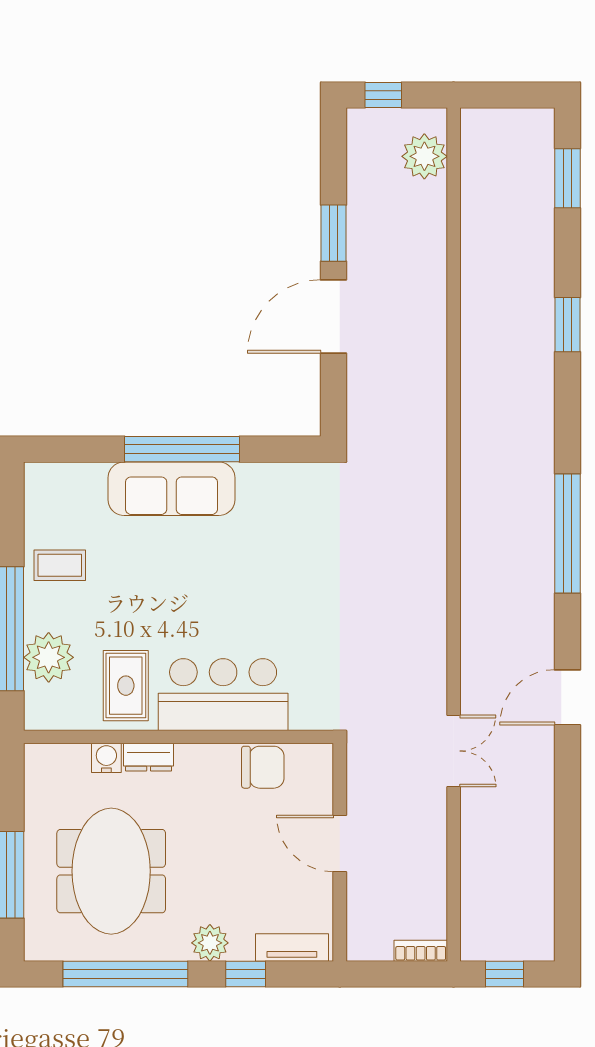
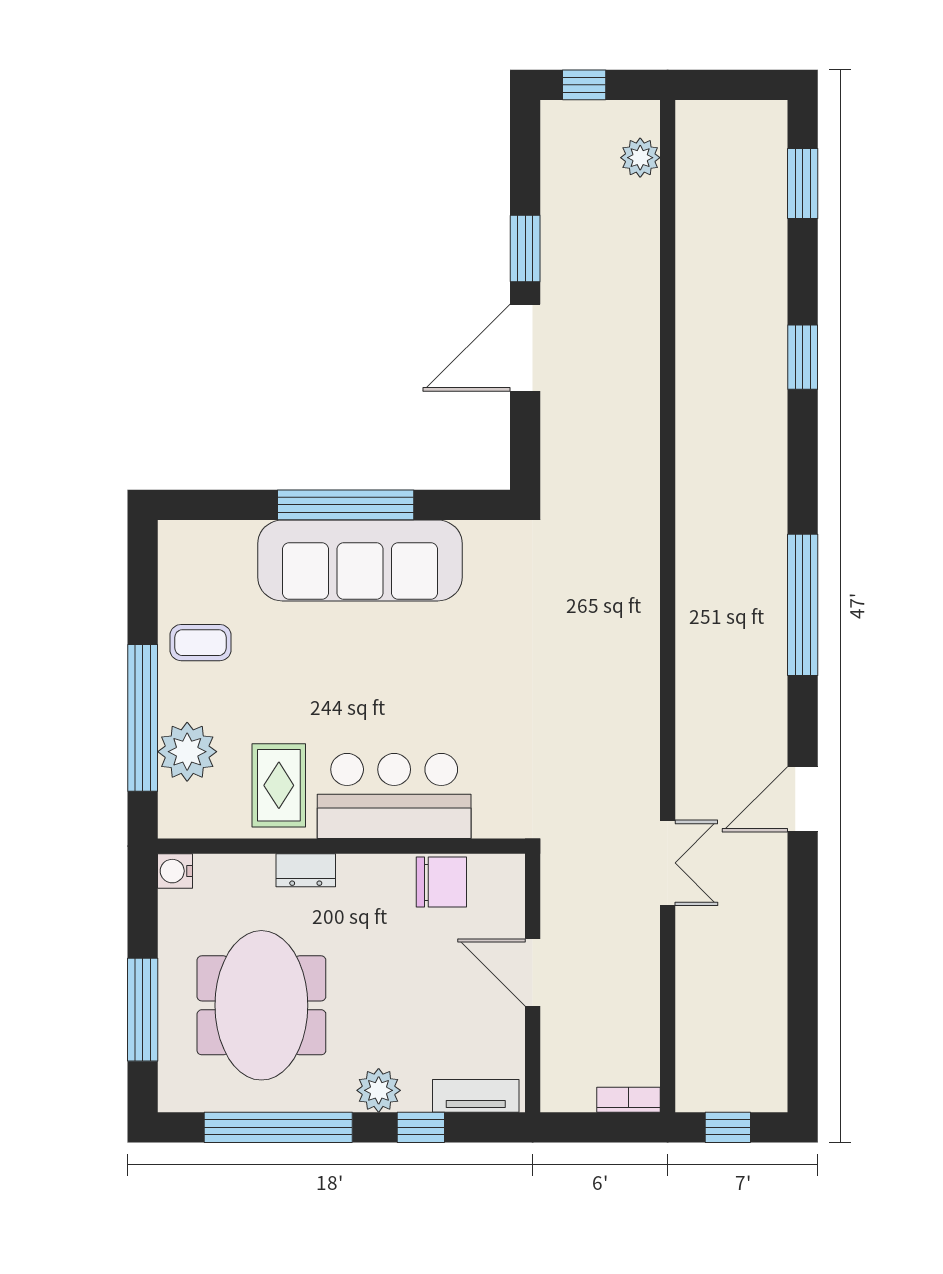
plant: (424, 156) -> (640, 158), width x0.73, depth x0.73
sofa: (171, 489) -> (360, 560), width x1.36, depth x1.27
water cooler: (106, 758) -> (175, 871), moved, turned -90

